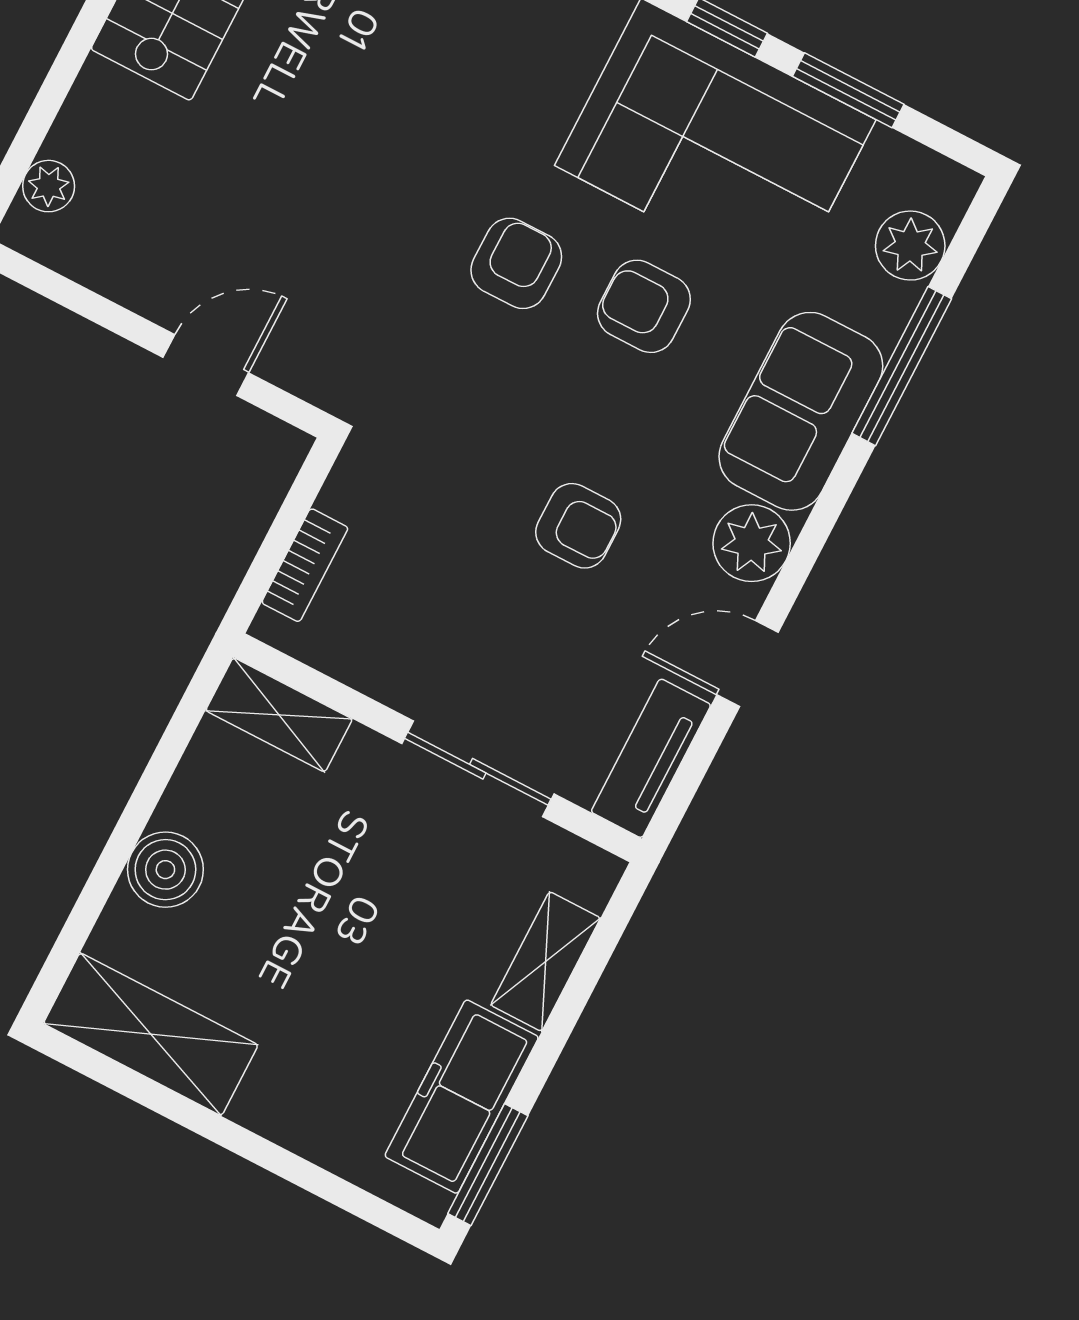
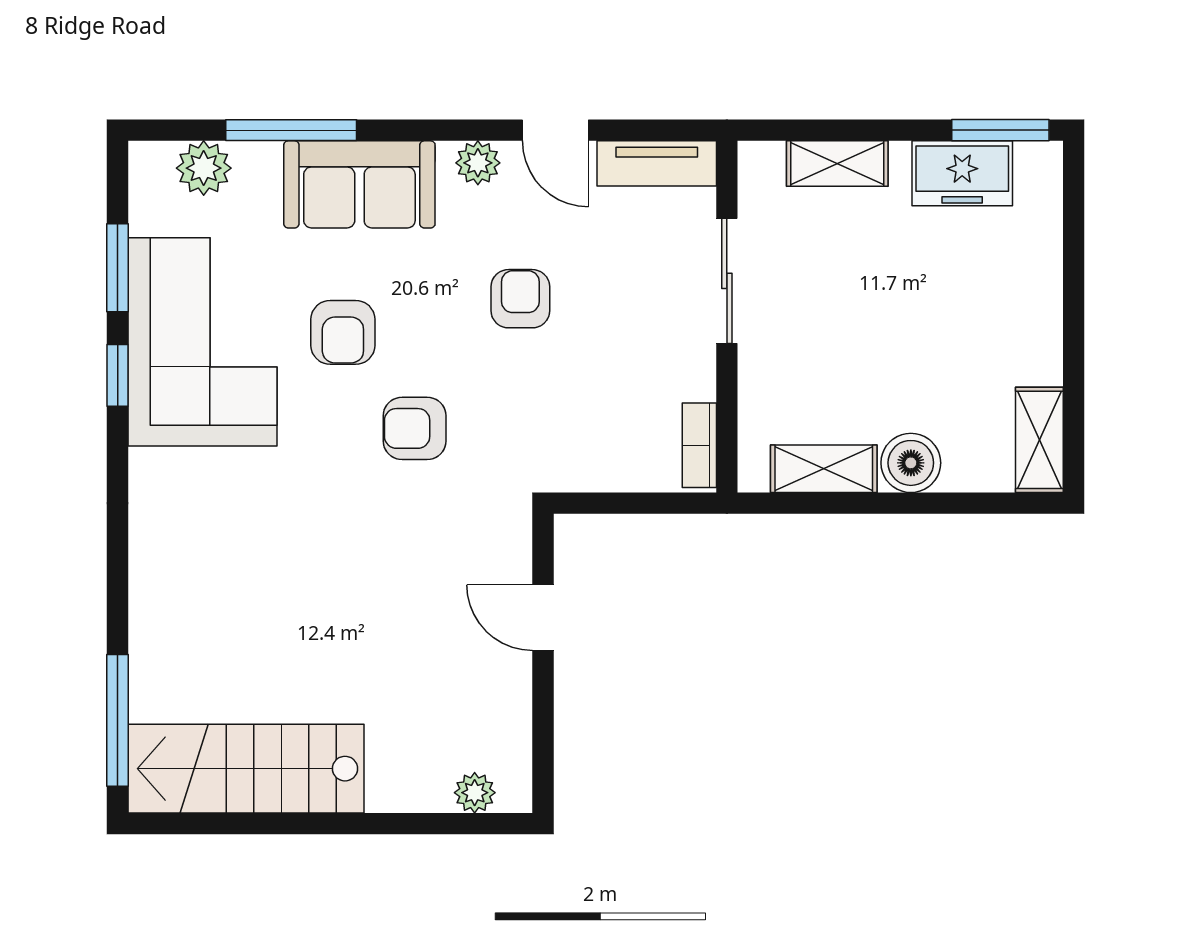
armchair: (516, 263) -> (415, 428), moved
plant: (752, 543) -> (478, 163), width x0.73, depth x0.73
bookcase: (305, 565) -> (699, 445), moved, turned -90
shelving: (279, 715) -> (824, 469), moved, turned 90
shelving: (151, 1034) -> (1039, 440), width x0.67, depth x0.75
freezer: (462, 1097) -> (962, 173), width x0.71

